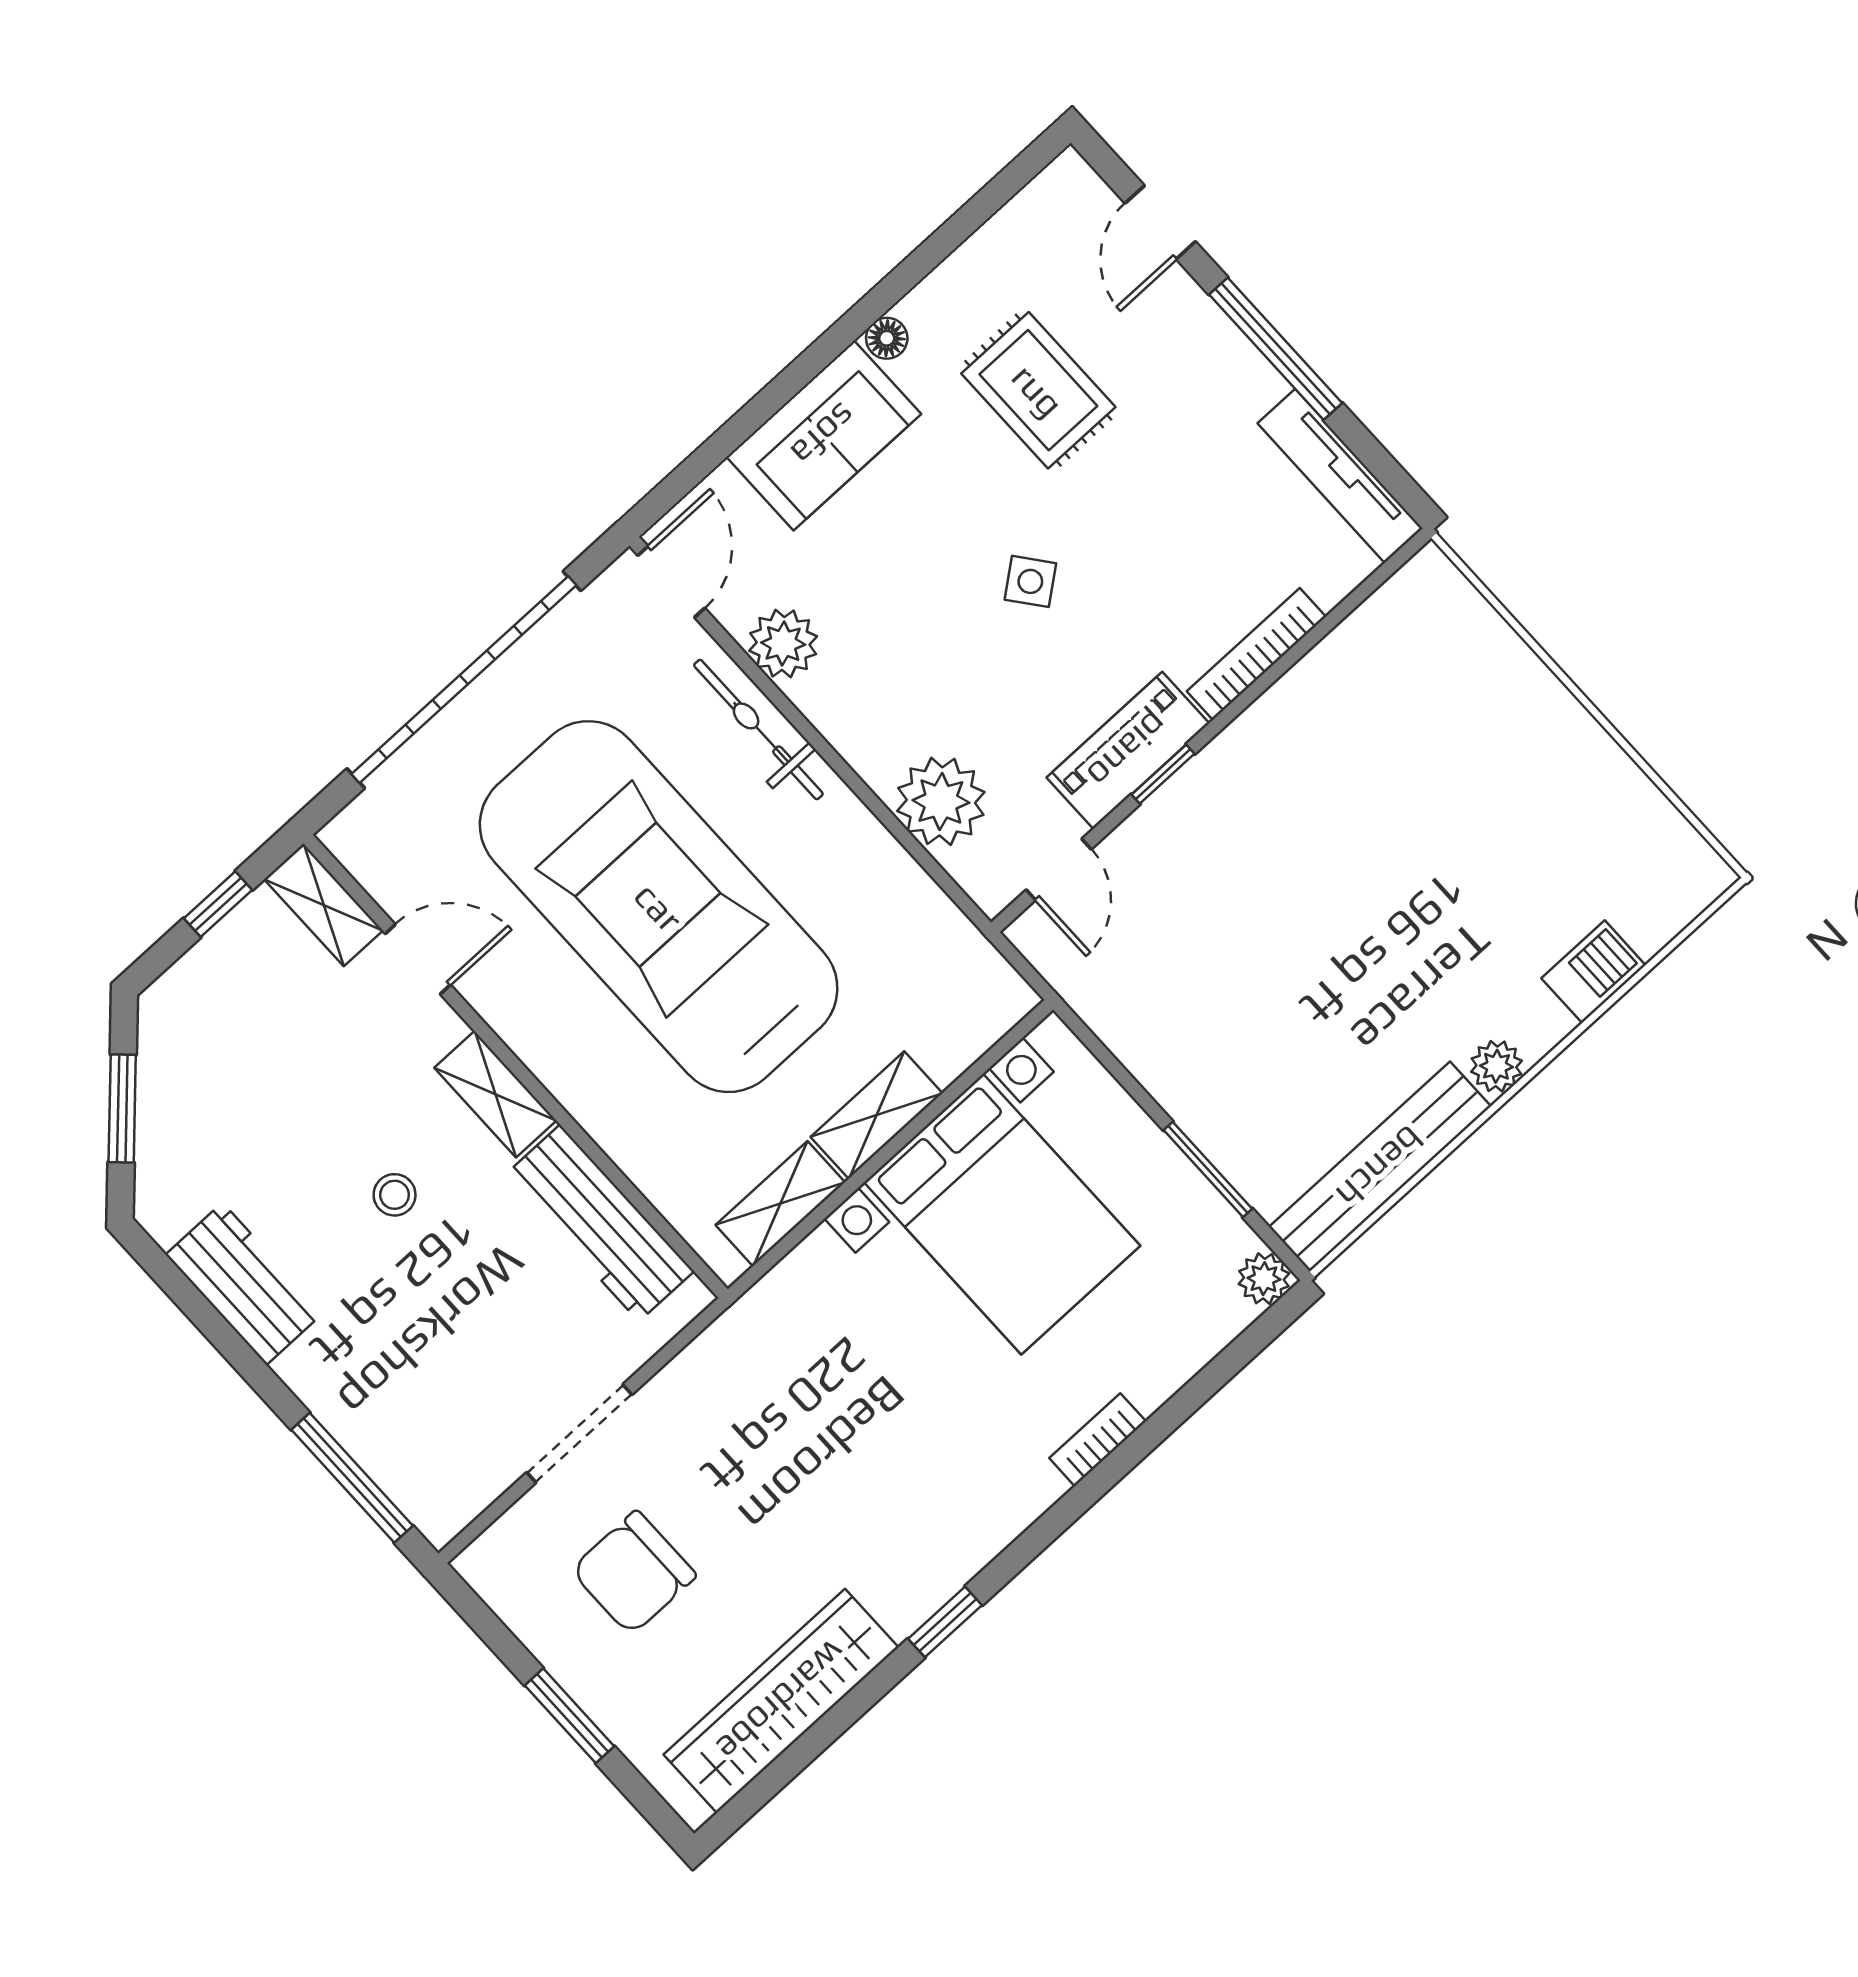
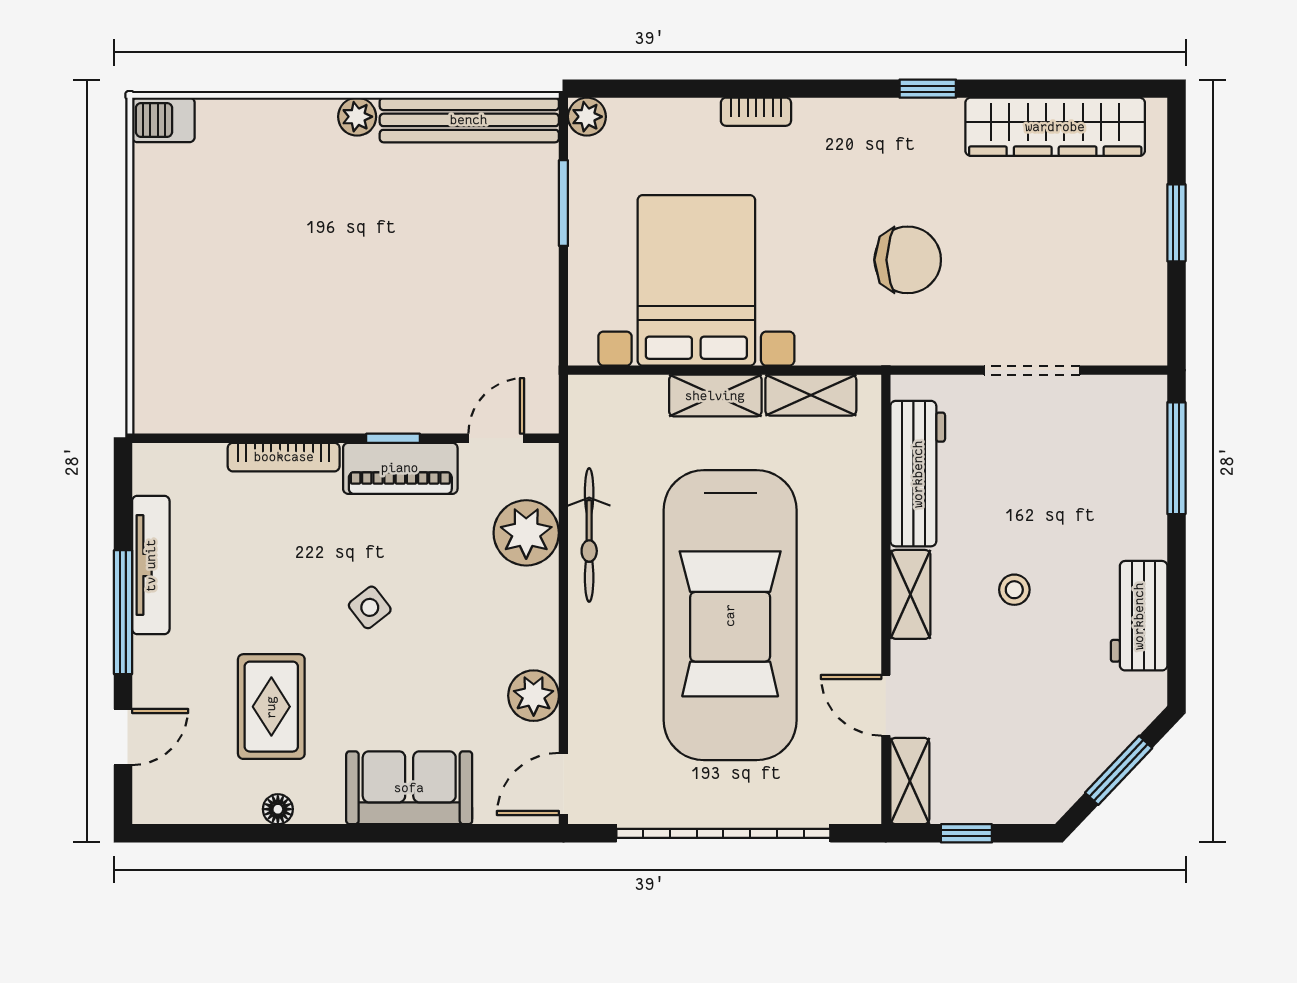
floor lamp: (887, 338) -> (278, 809), moved
tv unit: (1340, 476) -> (151, 565), moved
bicycle: (758, 729) -> (589, 535), moved
barbecue: (1593, 972) -> (163, 120), moved
chair: (634, 1573) -> (908, 260), moved

